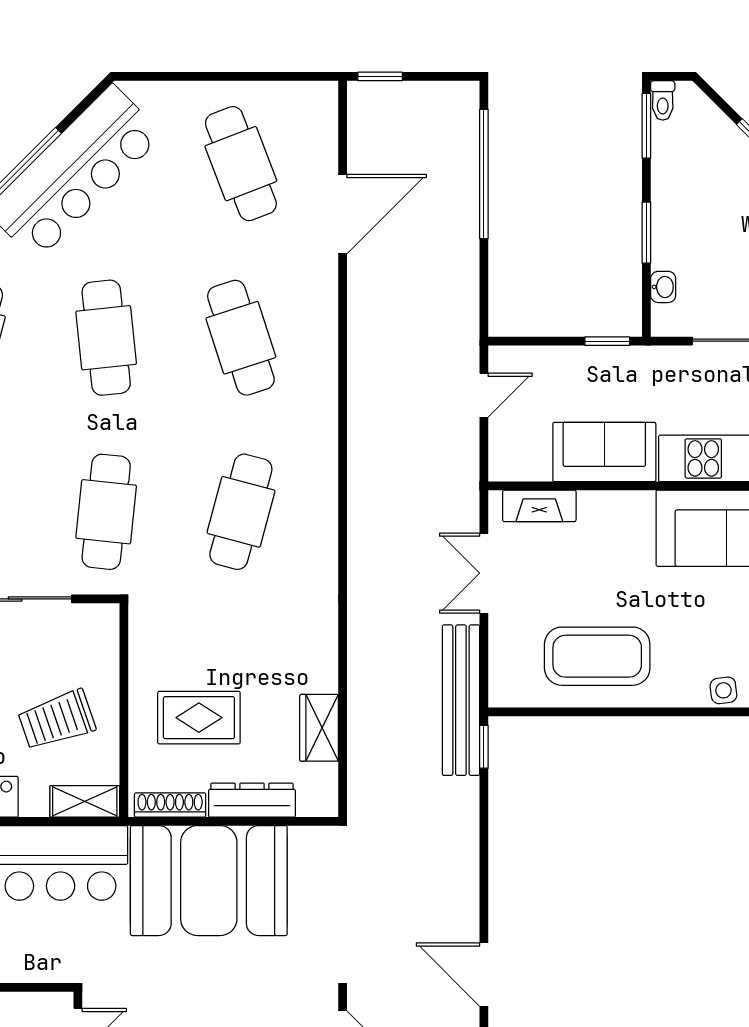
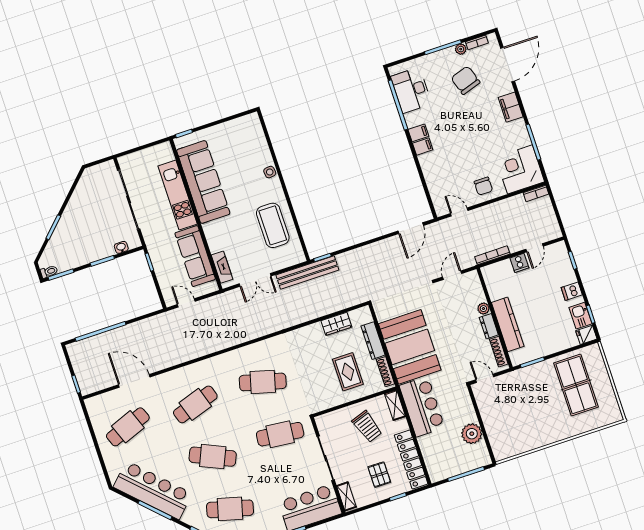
cafe table: (106, 338) -> (213, 457), turned 30
sofa: (604, 452) -> (195, 256), width x1.36

